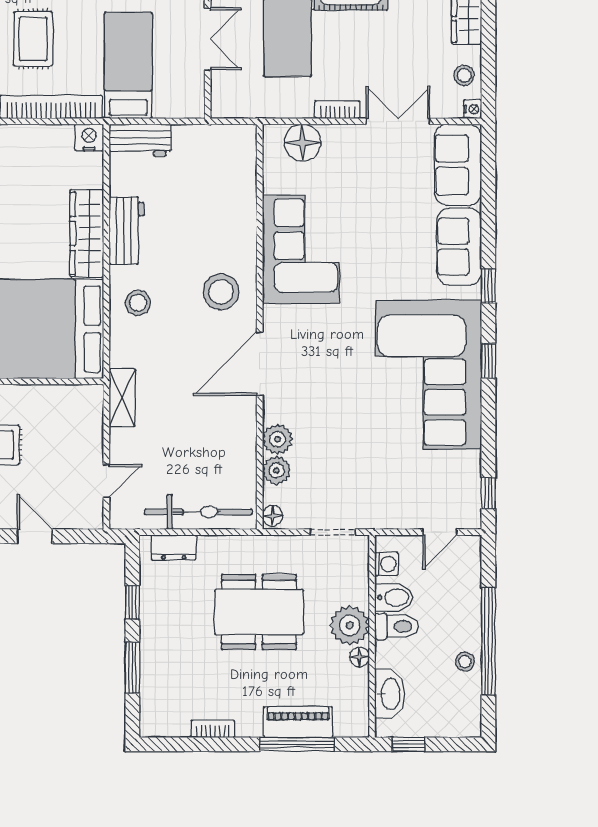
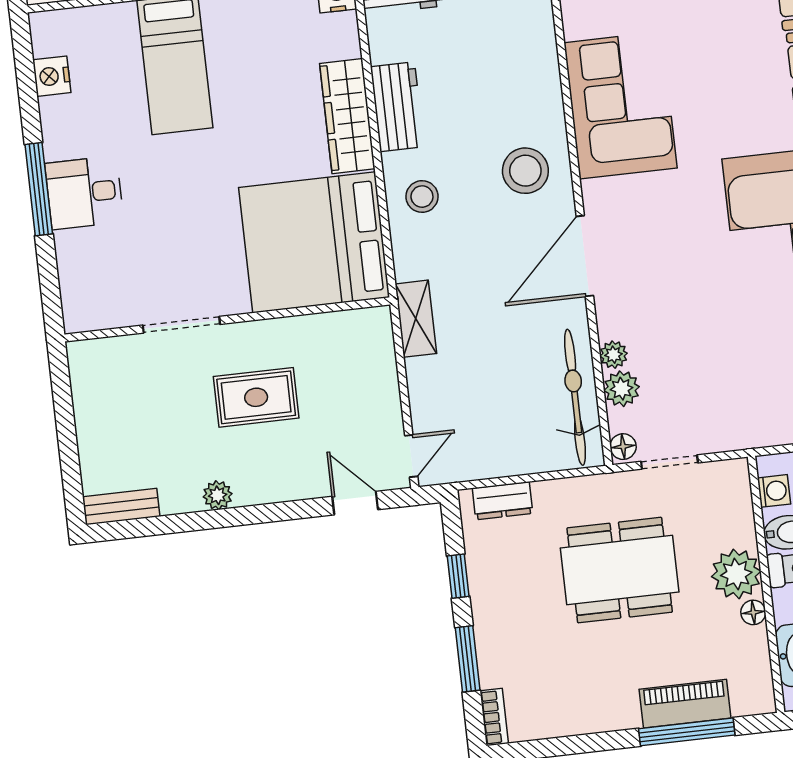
plant: (277, 439) -> (614, 355), width x0.73, depth x0.73
door: (106, 481) -> (411, 456), moved
bicycle: (198, 512) -> (575, 397), moved, turned -90
doorway: (332, 532) -> (669, 462), moved
door: (35, 536) -> (355, 503), moved
bookcase: (213, 729) -> (494, 717), moved, turned 90

